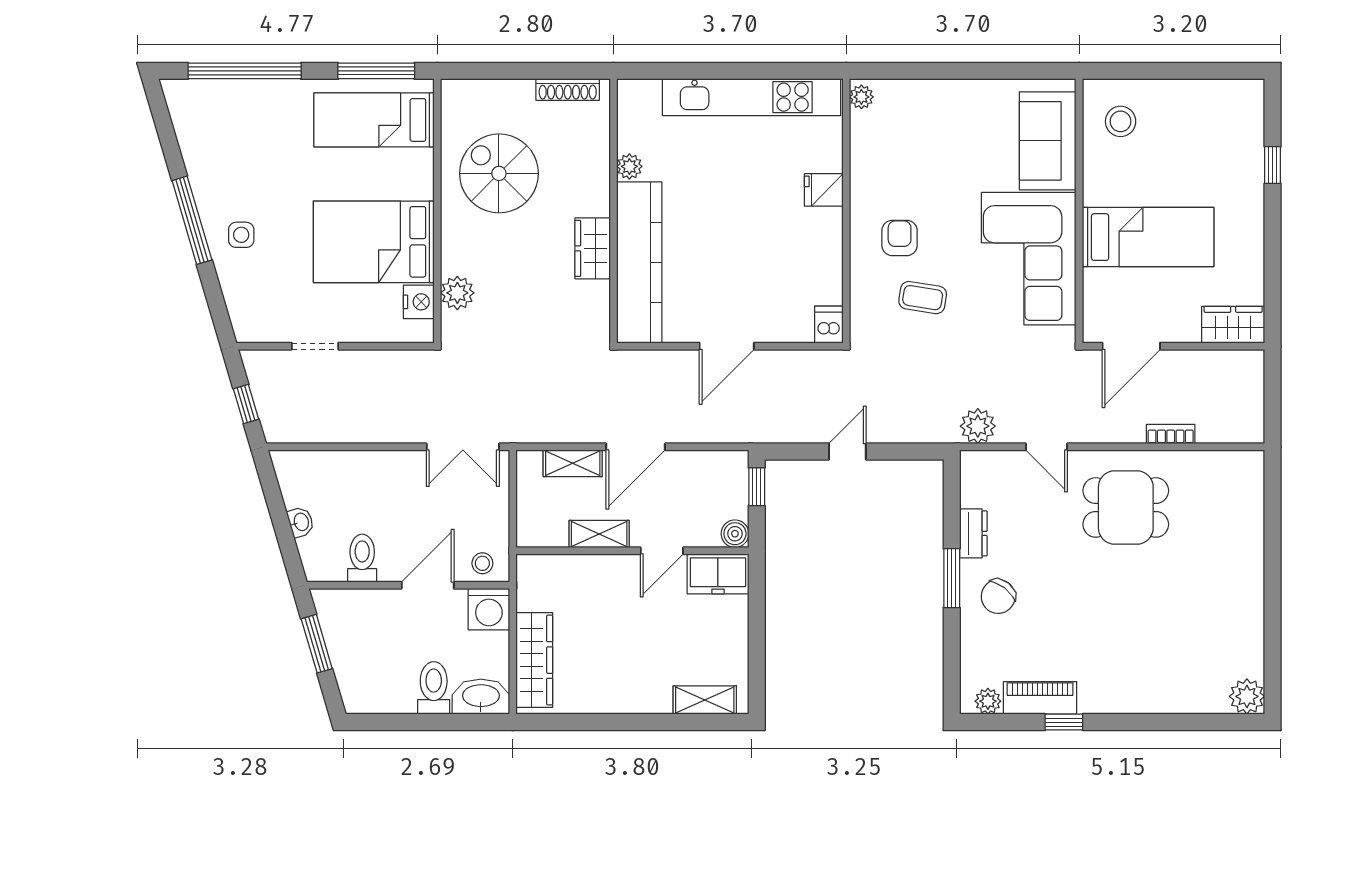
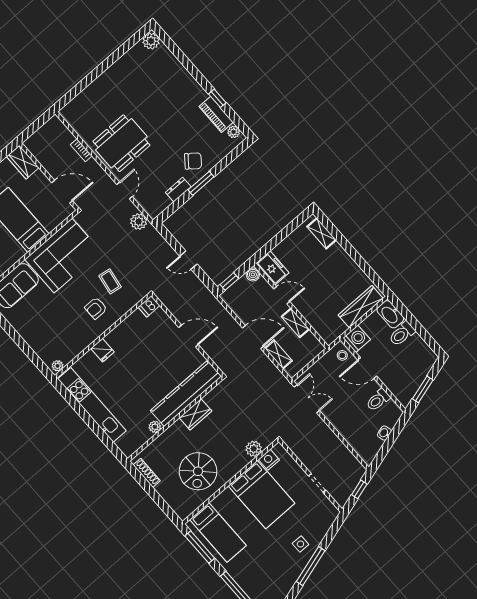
dining table: (1126, 507) -> (121, 143), width x1.38

